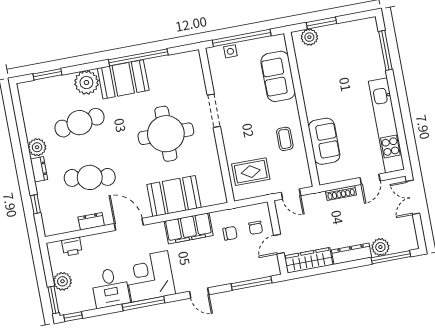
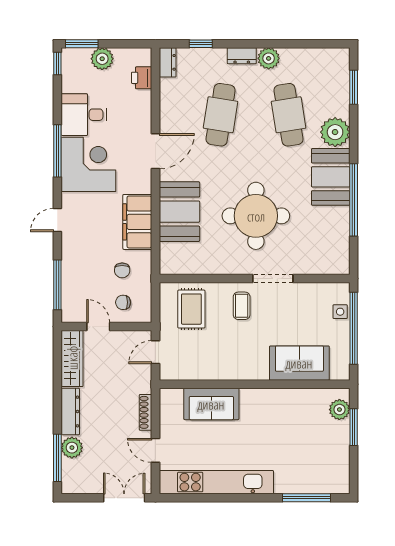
coffee table: (285, 139) -> (242, 306), moved, turned 90
dresser: (91, 221) -> (168, 62), moved

